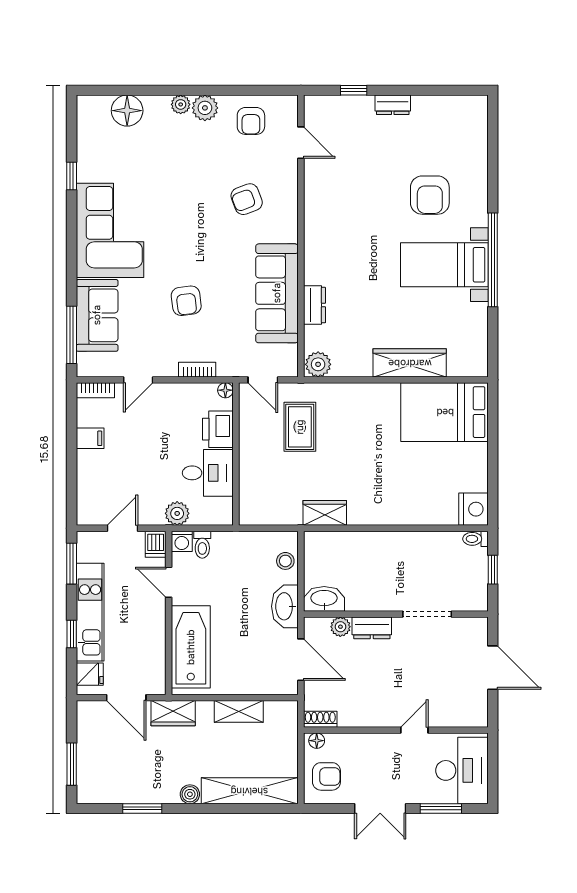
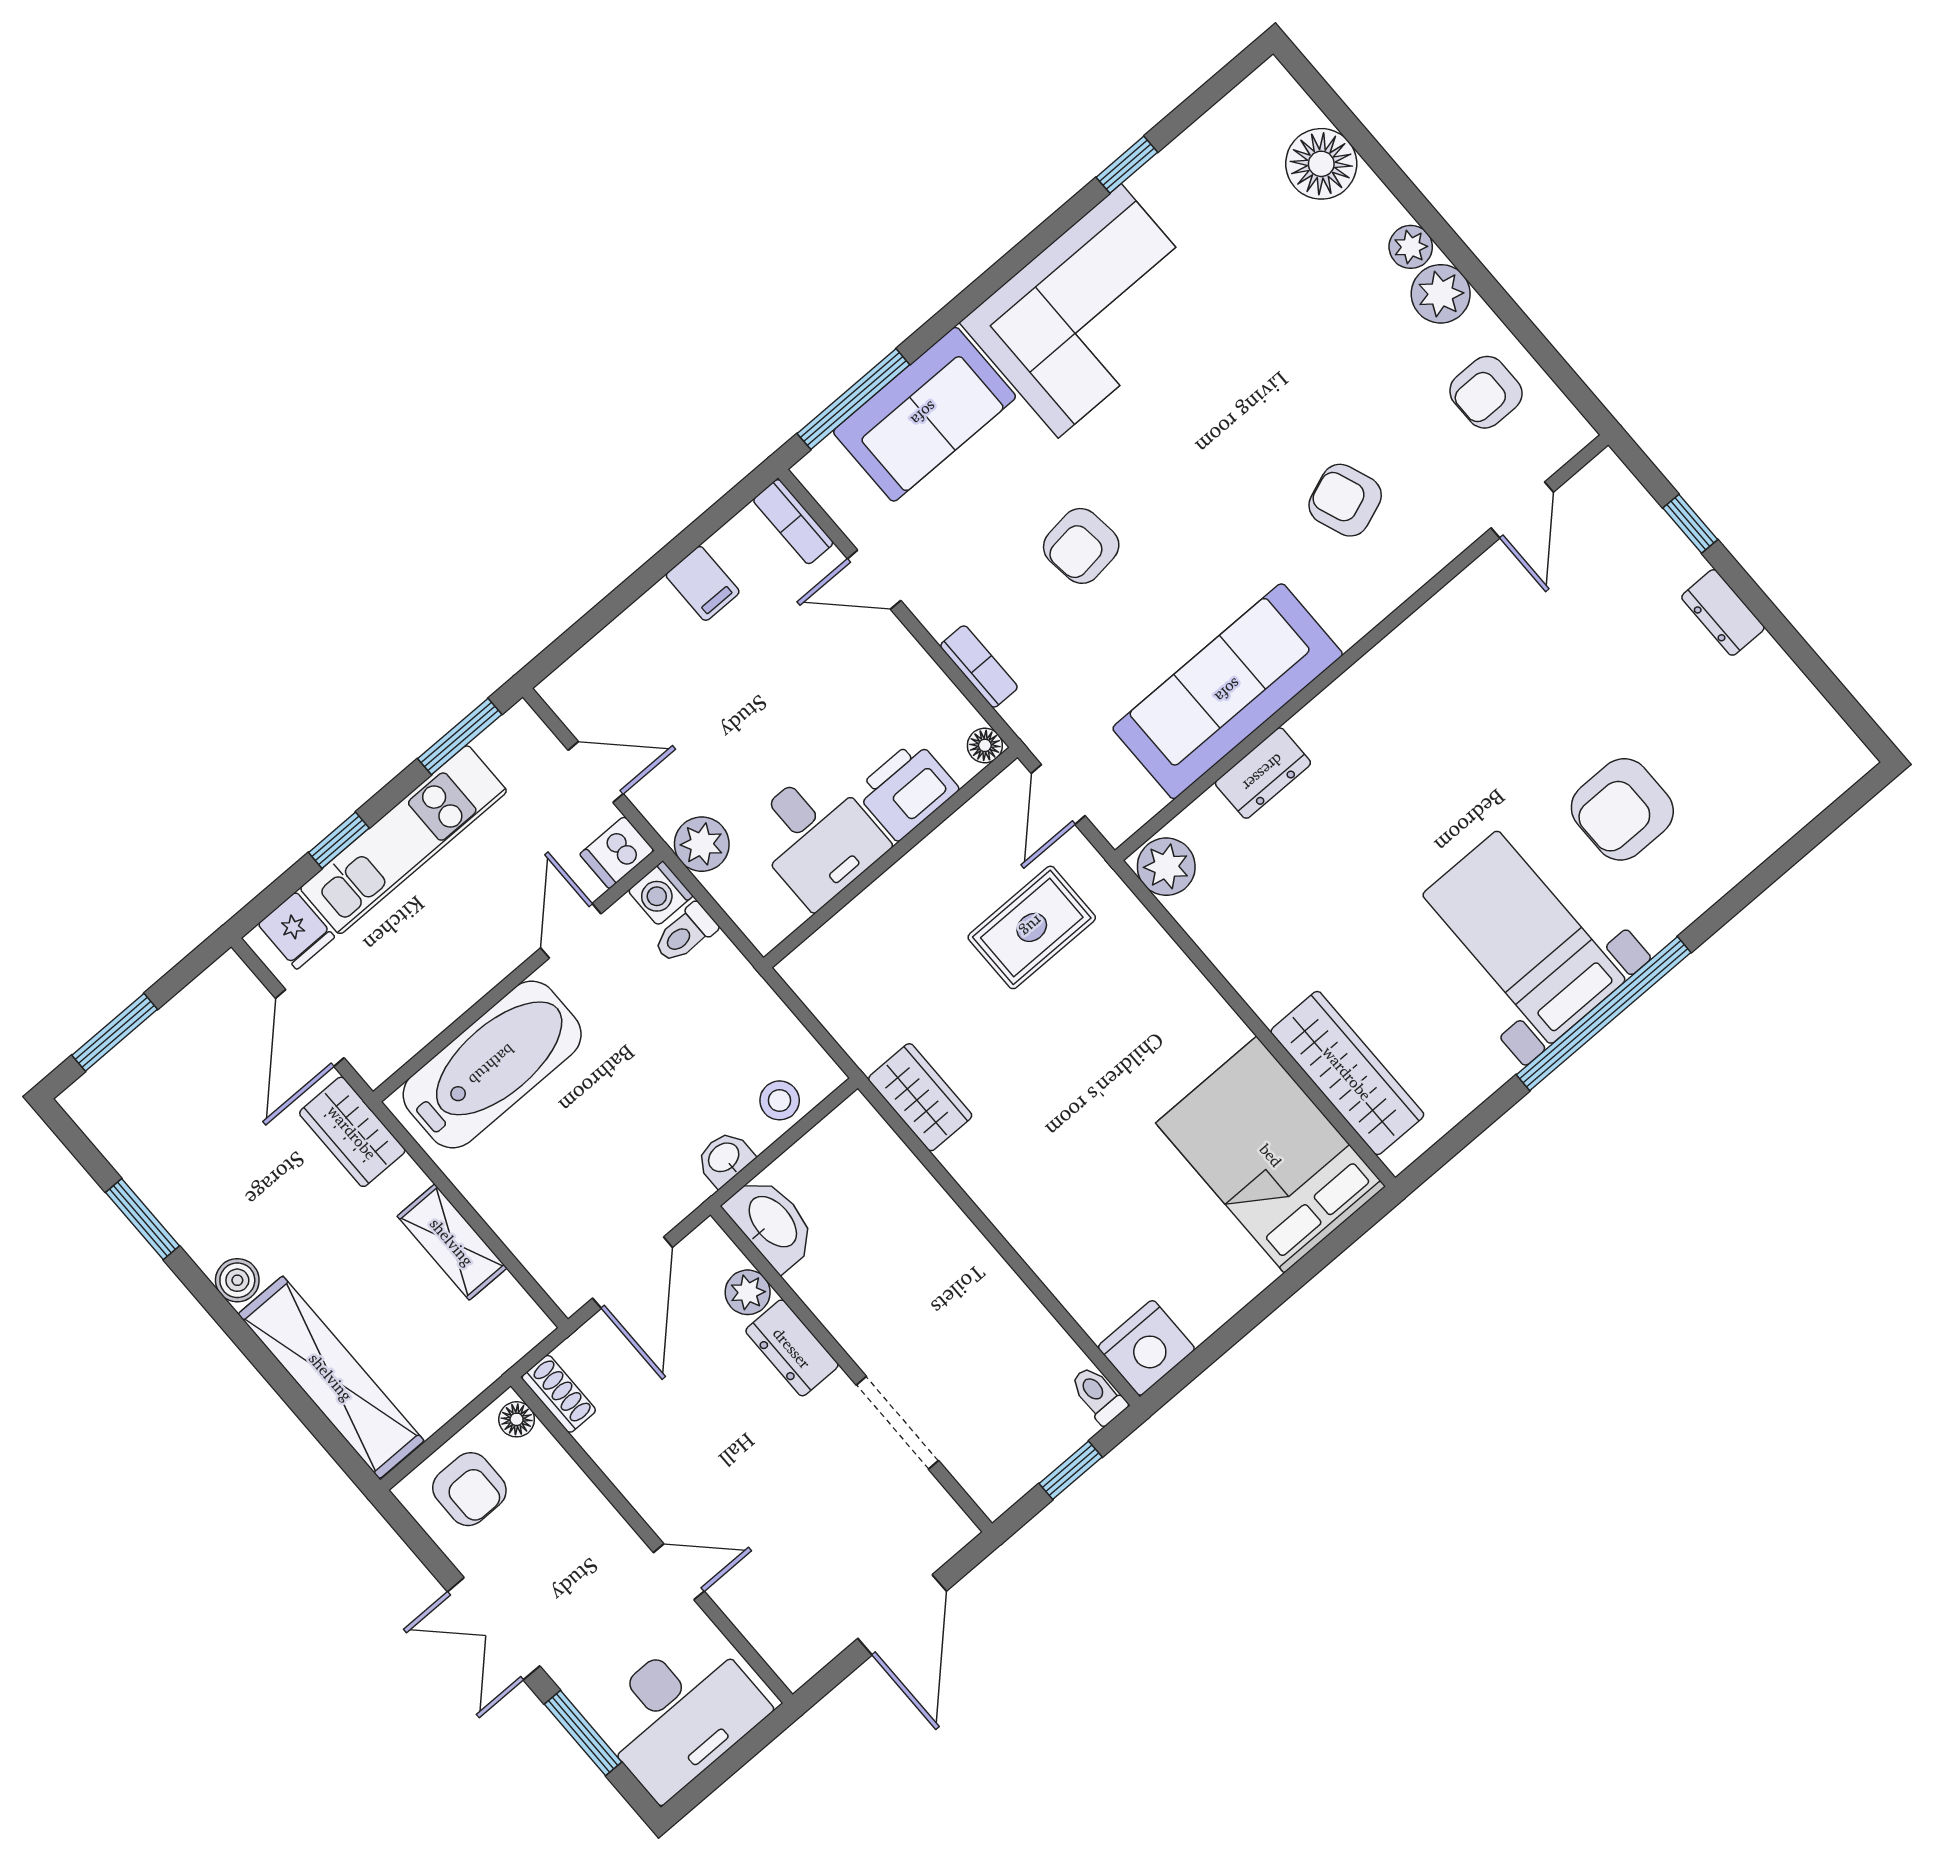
wardrobe: (410, 363) -> (1347, 1073), moved
washbasin: (285, 606) -> (724, 1158), width x0.52, depth x0.69

